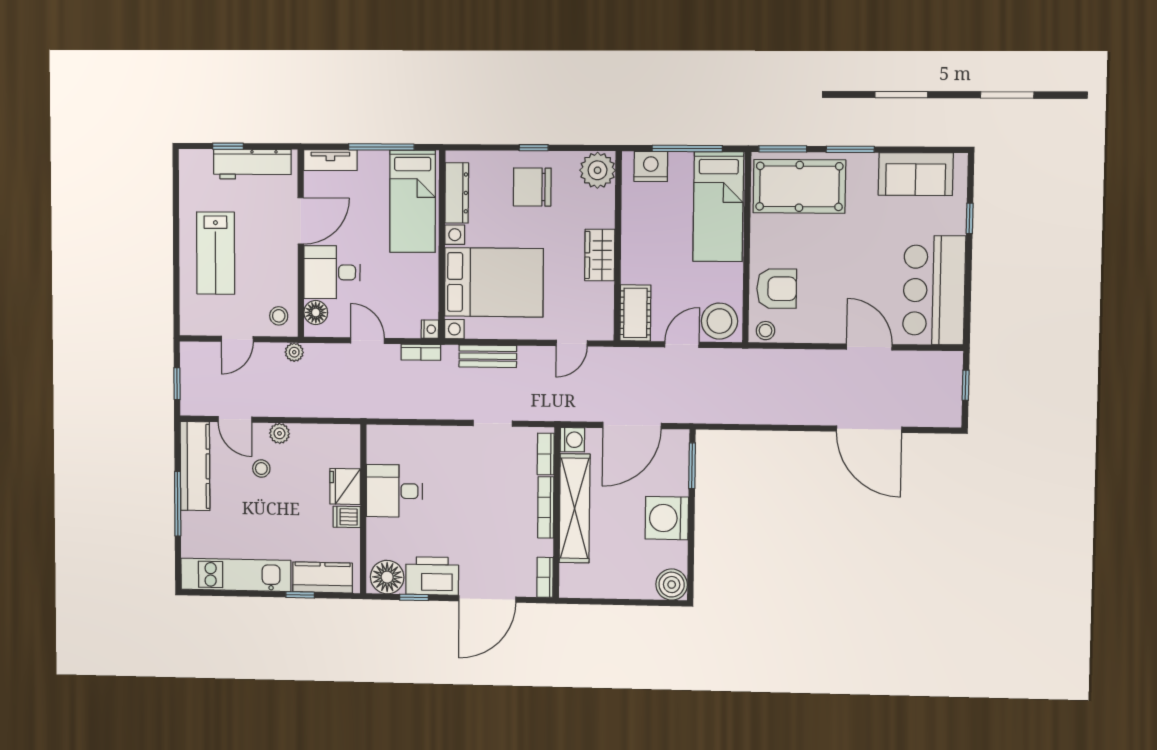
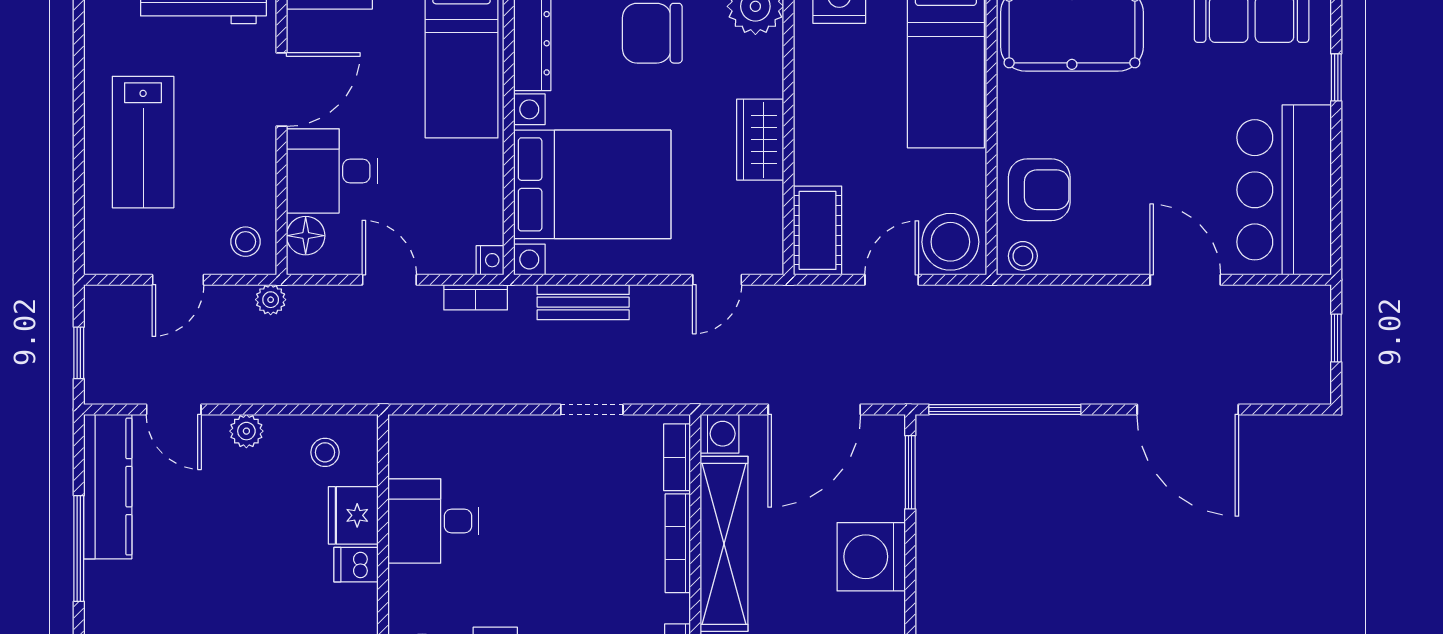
window: (752, 427) -> (1005, 409), added
stool: (261, 468) -> (325, 452), moved

